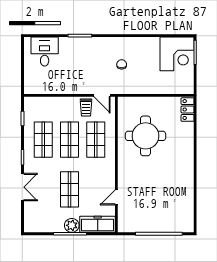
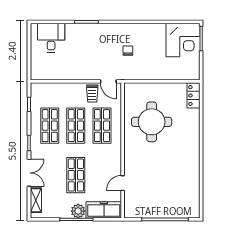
shelving: (29, 215) -> (36, 200), added

